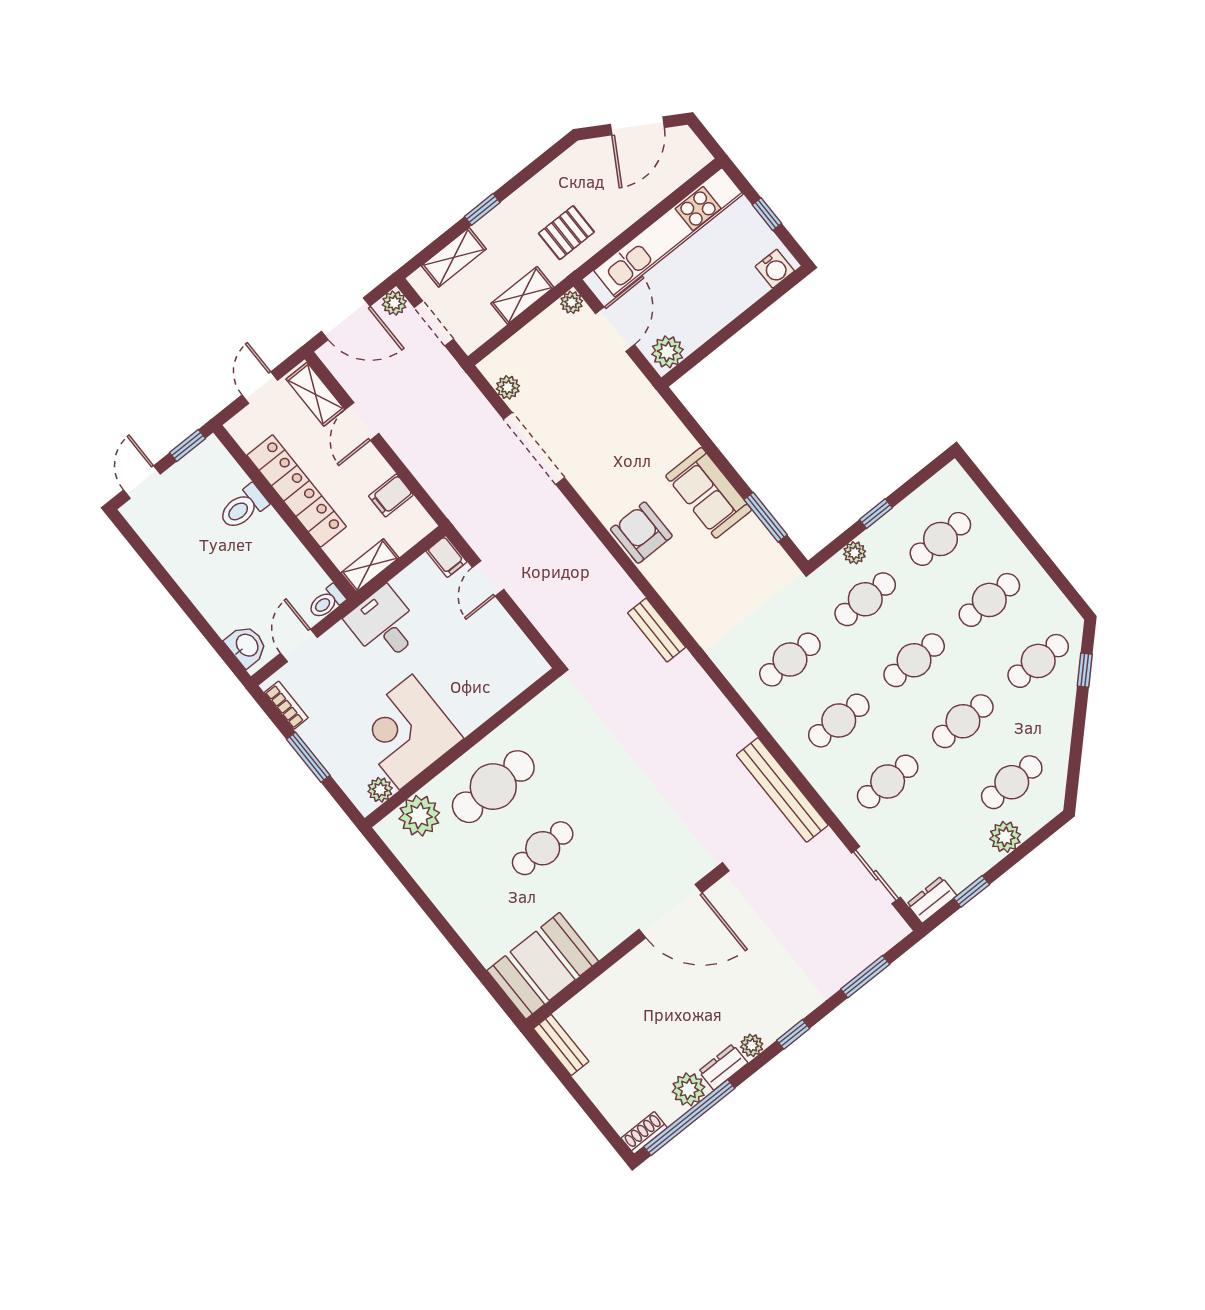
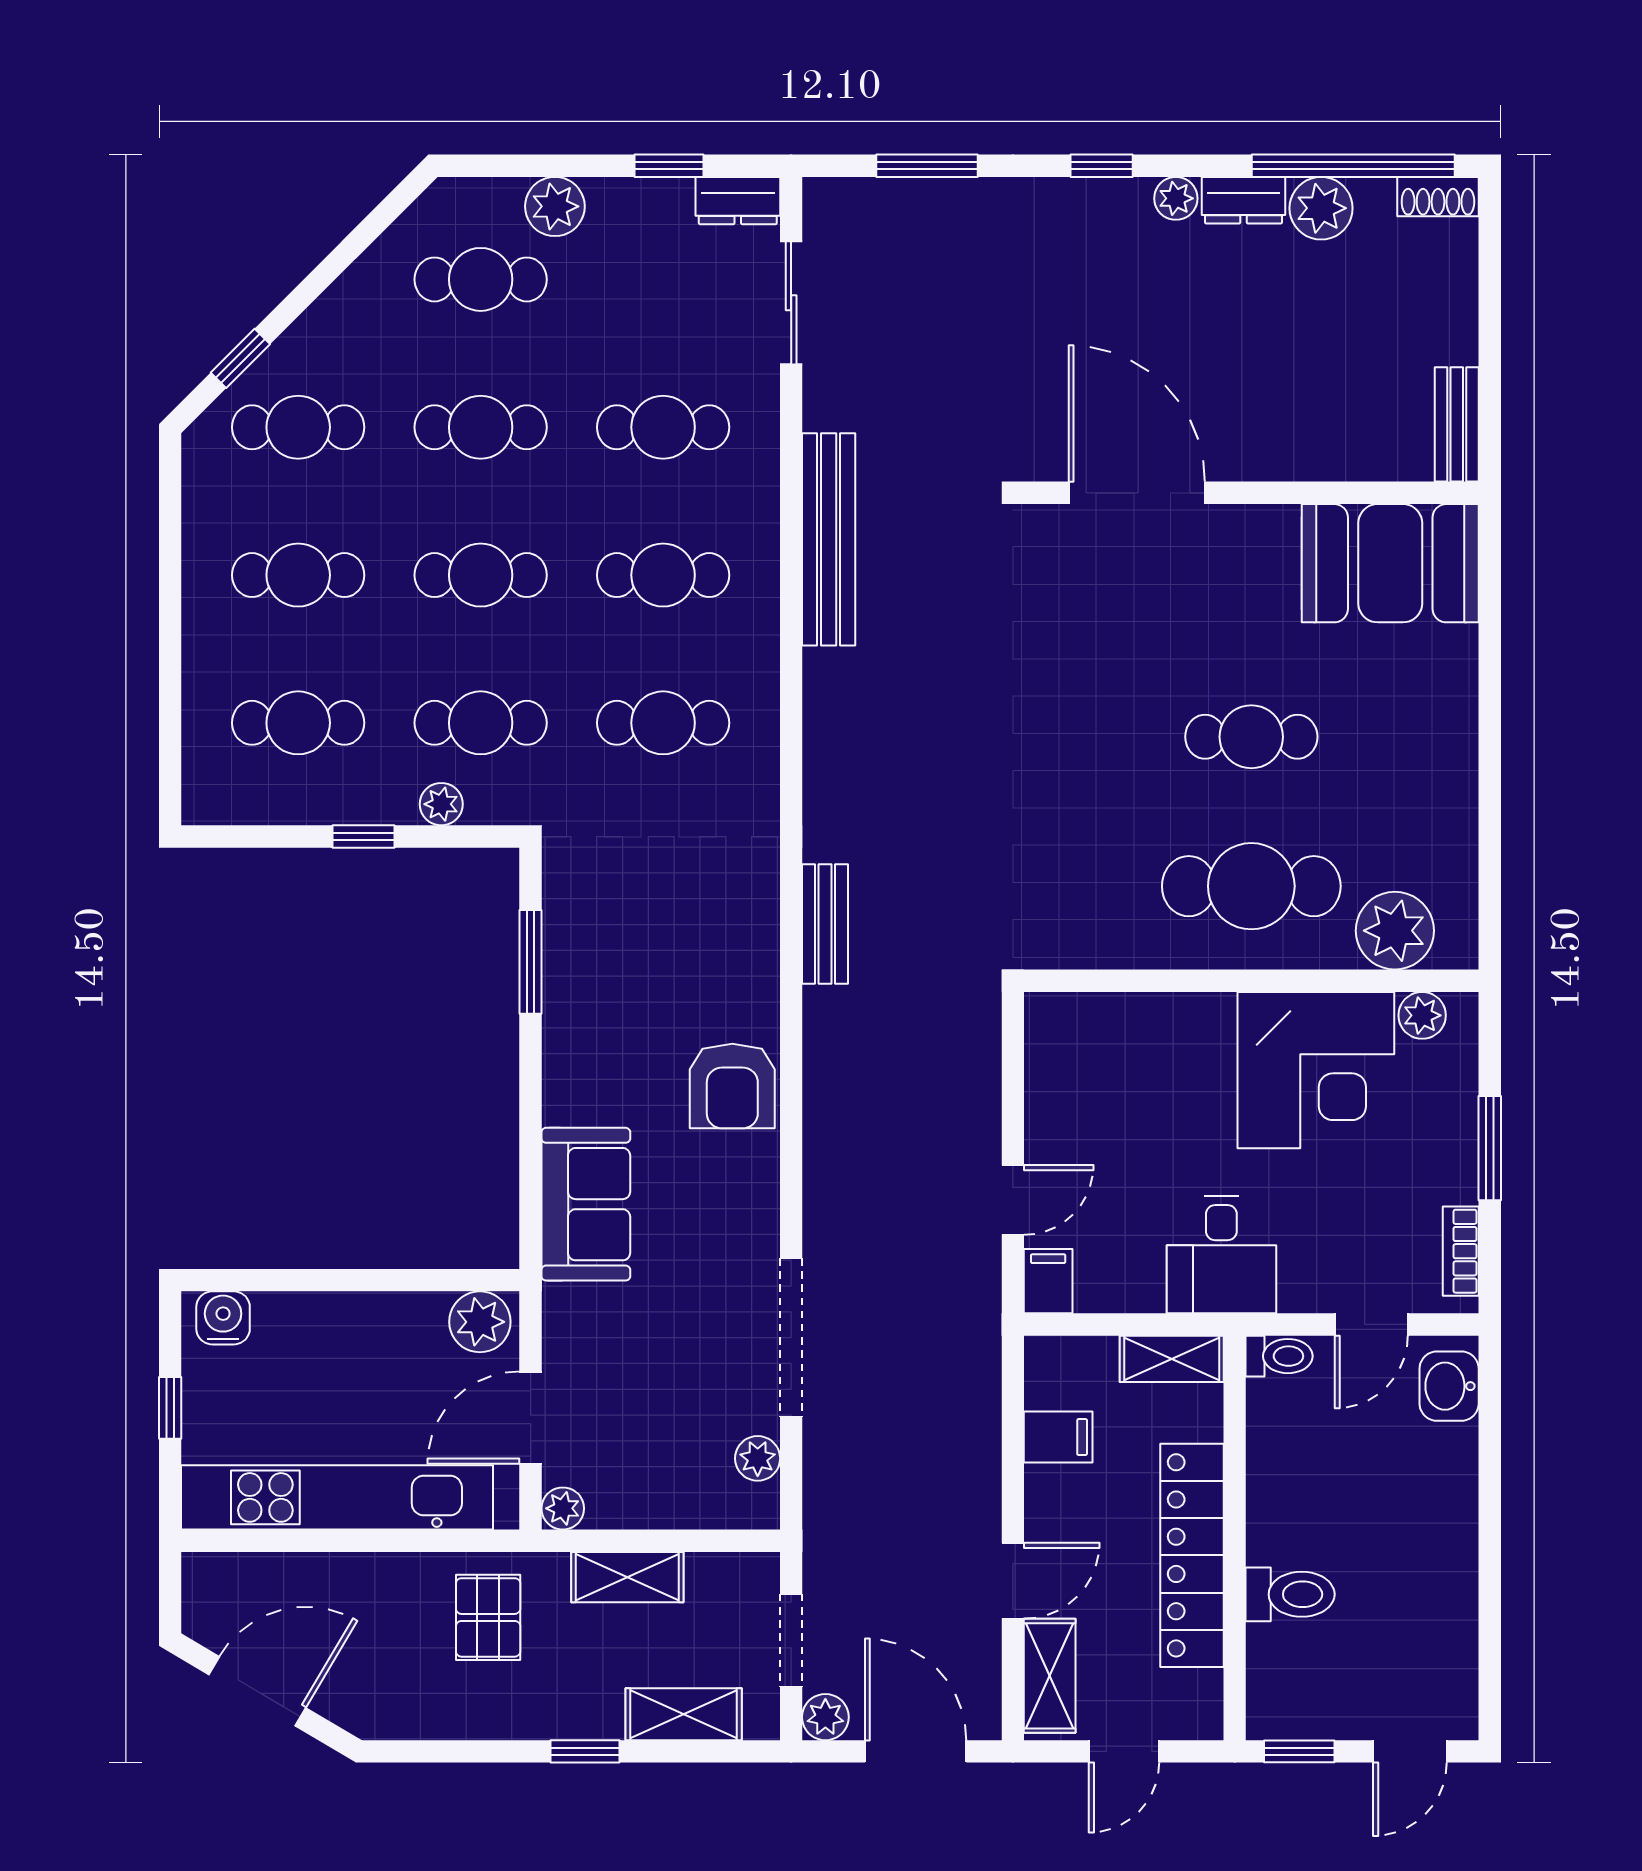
pallet: (566, 233) -> (488, 1617), turned 90
sofa: (709, 493) -> (586, 1204), moved

